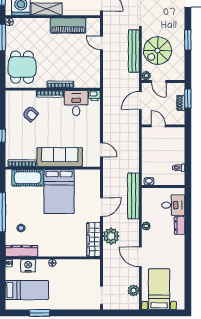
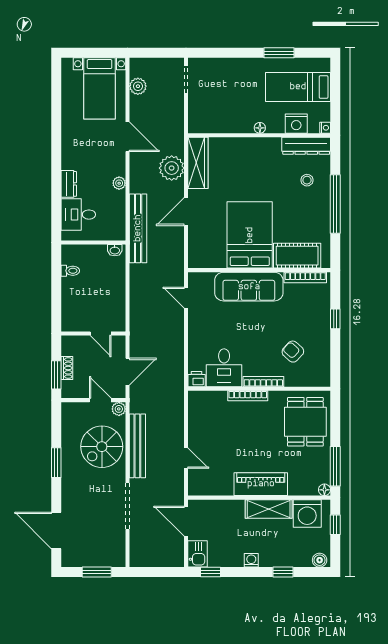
piano: (68, 26) -> (261, 484), moved
spiral stairs: (158, 51) -> (102, 447), turned 180

